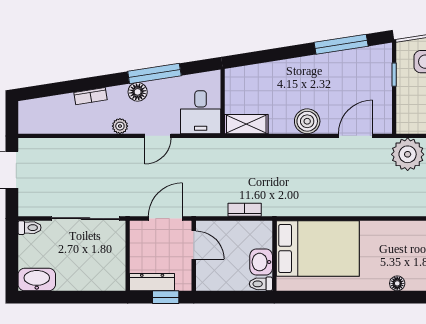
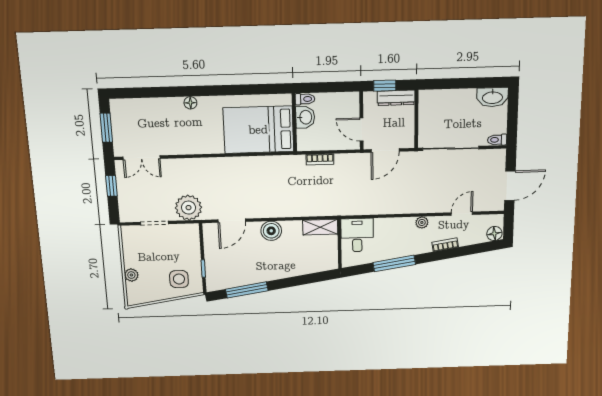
floor lamp: (138, 92) -> (494, 234), moved
door: (158, 136) -> (462, 214), moved

